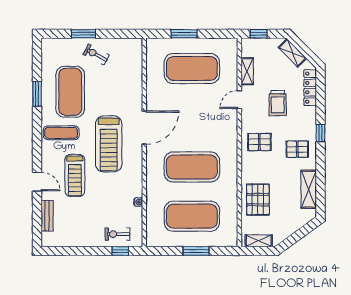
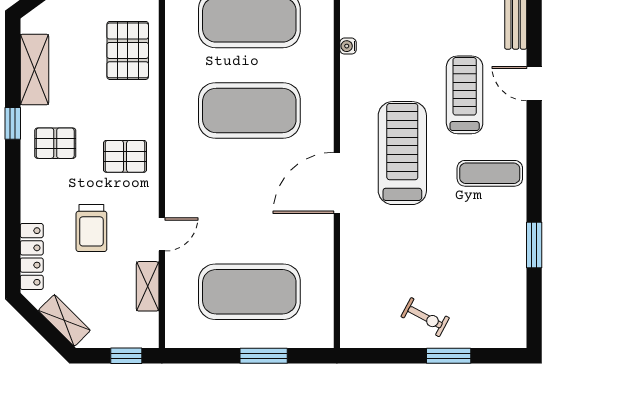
exercise mat: (70, 92) -> (473, 249), removed
trolley: (278, 103) -> (91, 228), turned 180
window: (320, 133) -> (13, 123), moved

